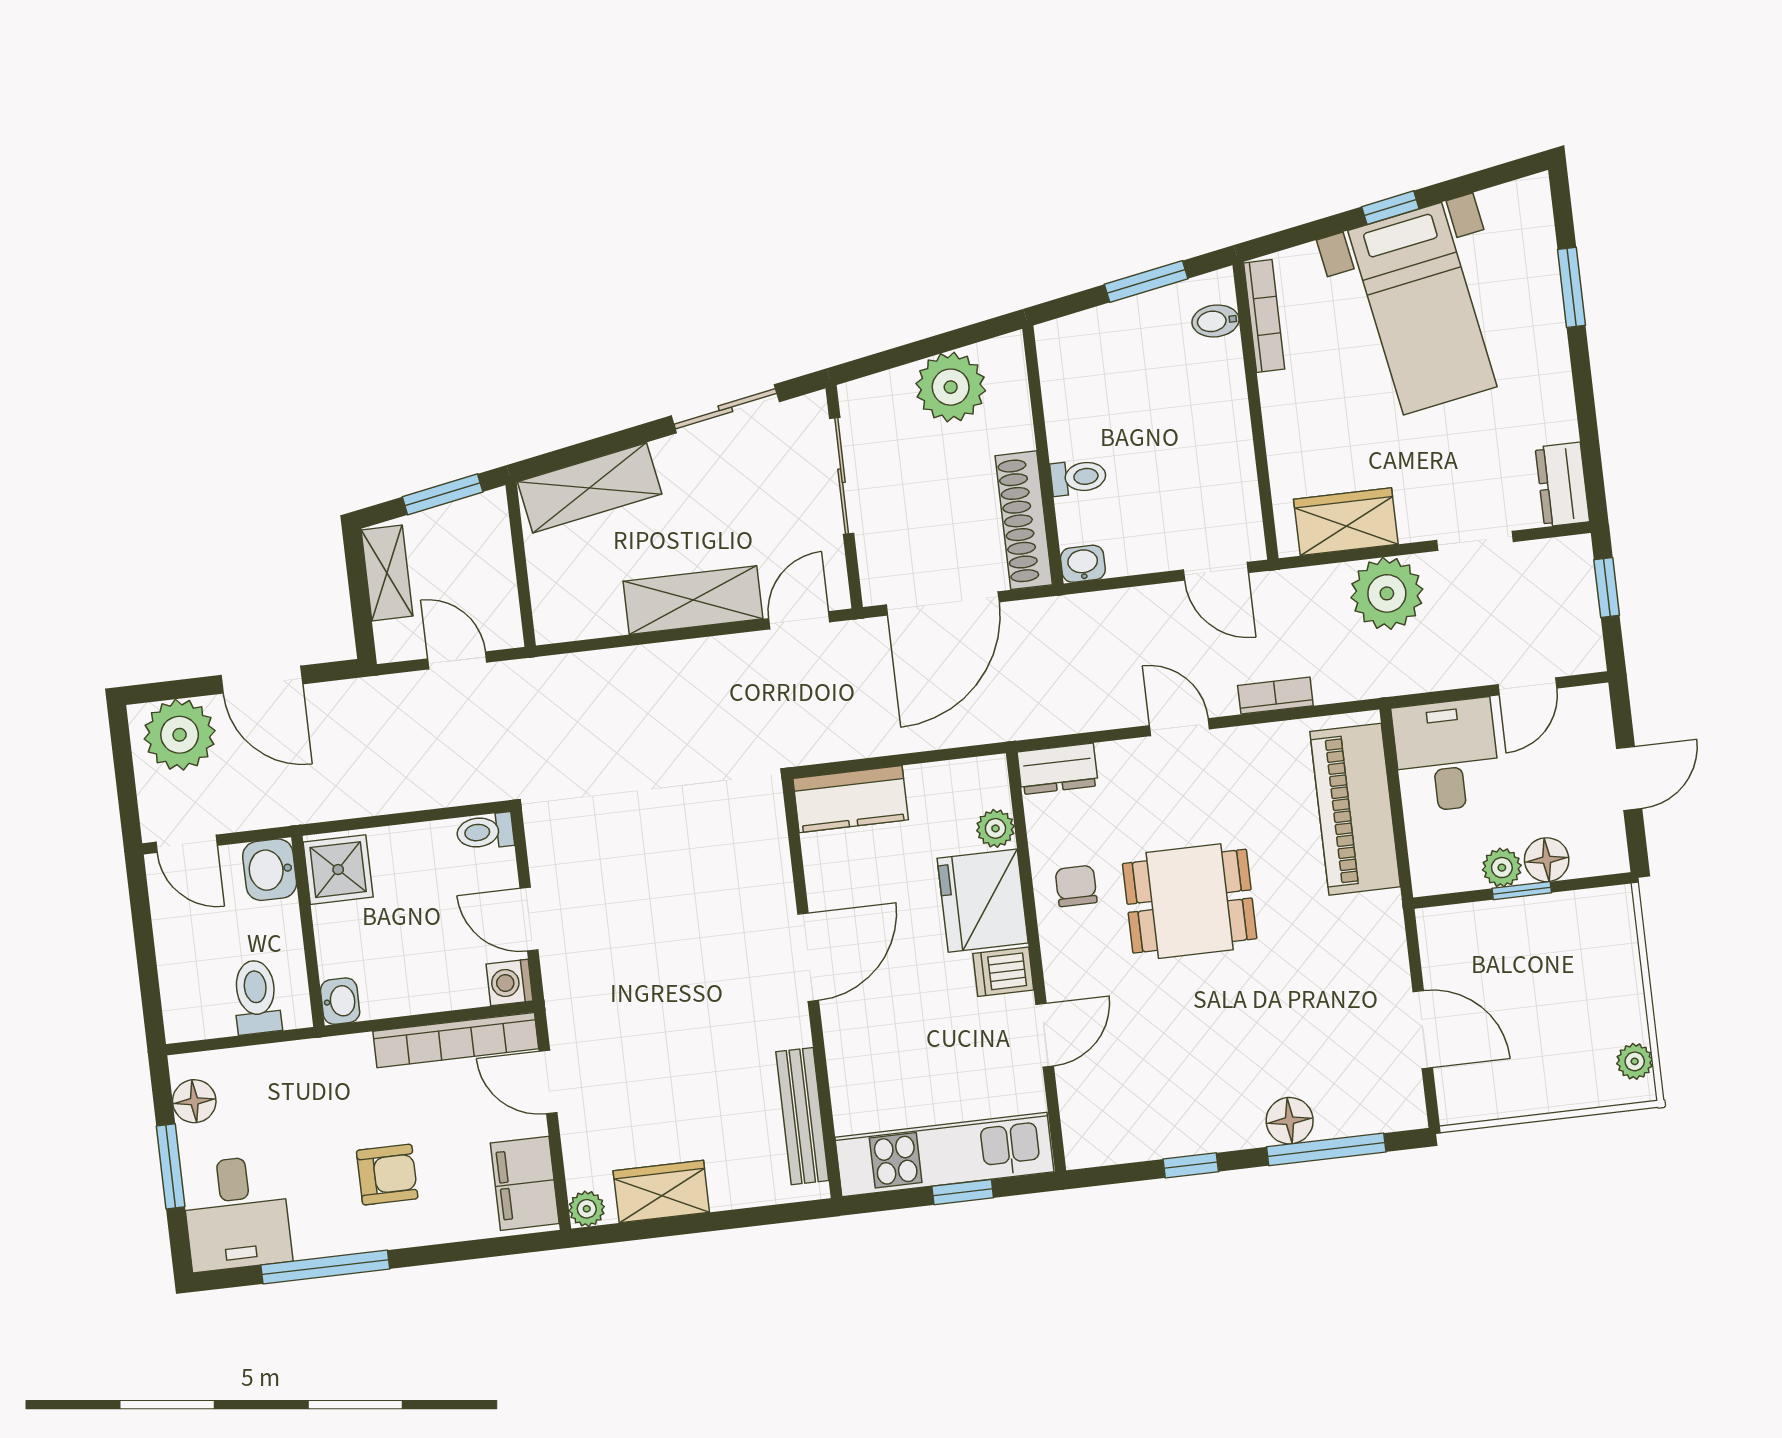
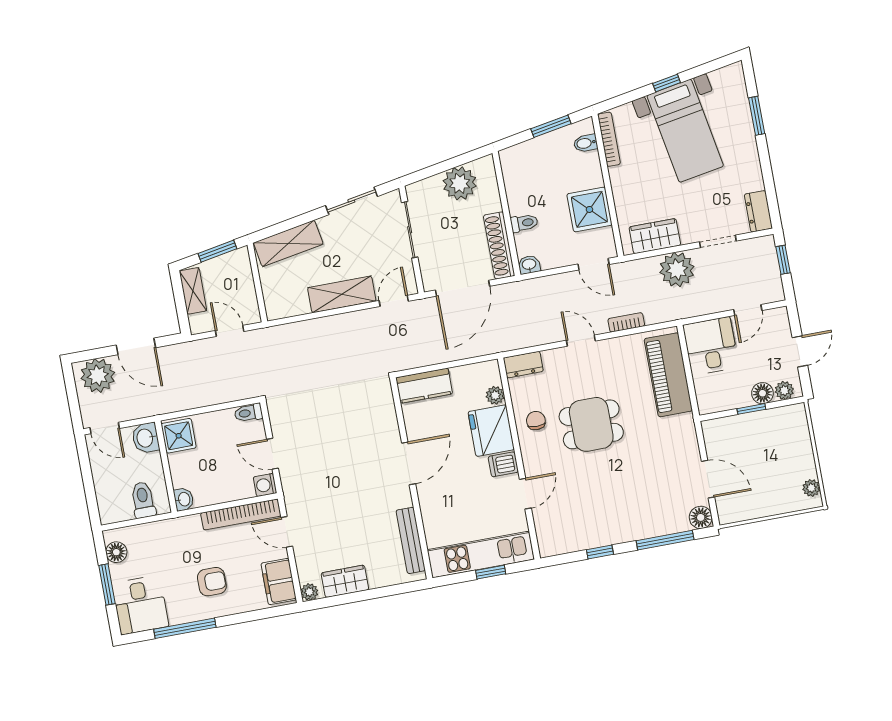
shower: (1215, 458) -> (589, 209), added
plant: (1502, 868) -> (784, 390), moved
floor lamp: (1290, 1121) -> (701, 517), moved

